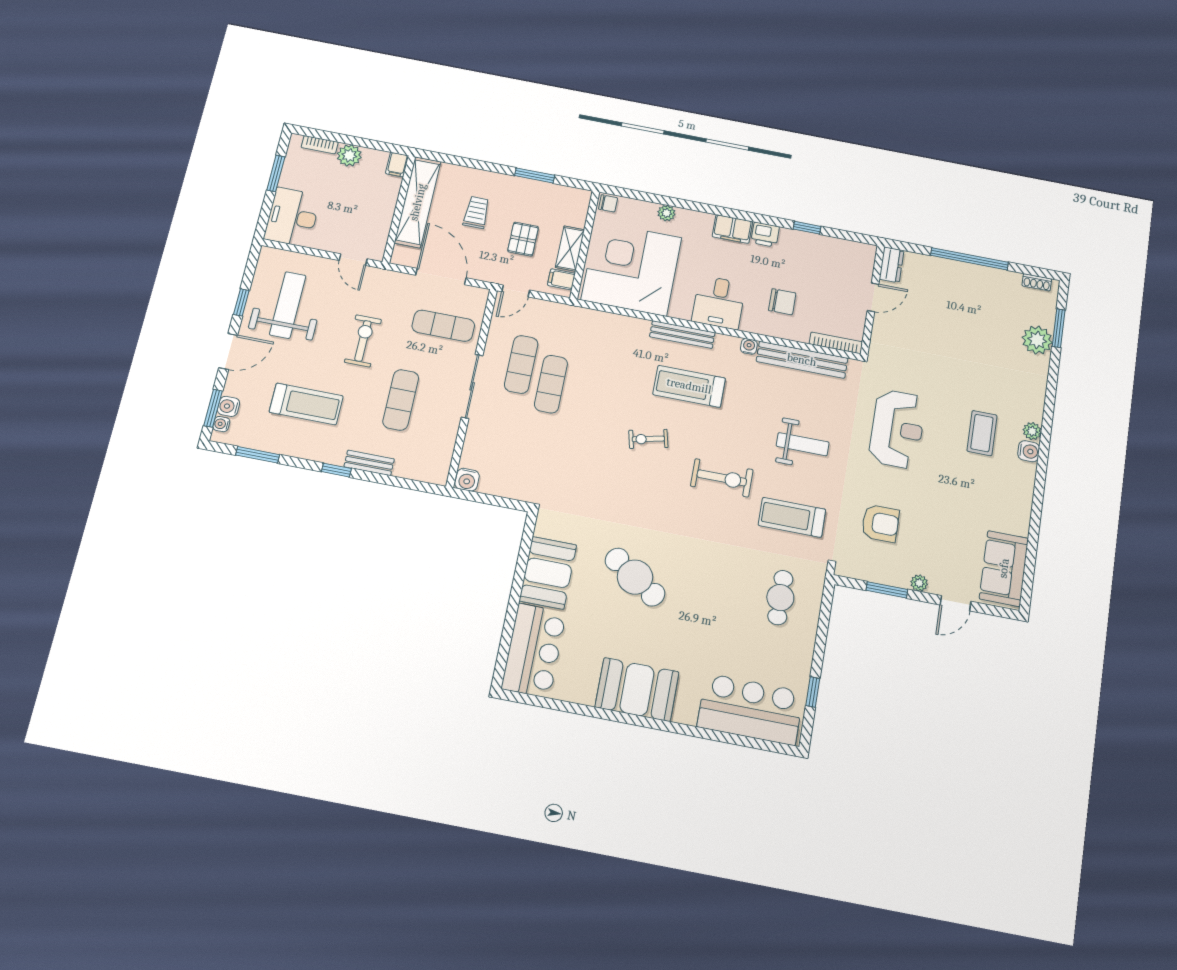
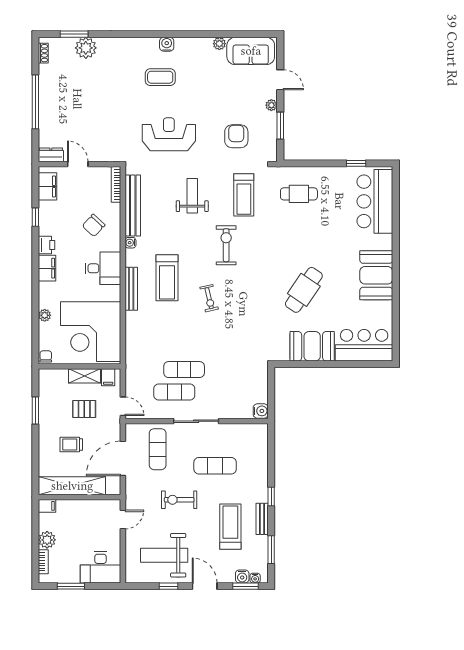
filing cabinet: (848, 252) -> (48, 186), added
chair: (782, 302) -> (94, 225), turned -137
plant: (1032, 431) -> (219, 44), moved
bench: (369, 463) -> (262, 519), moved

